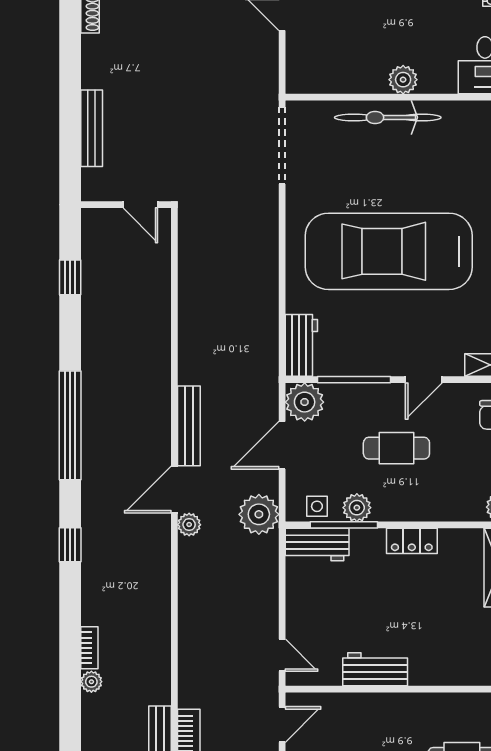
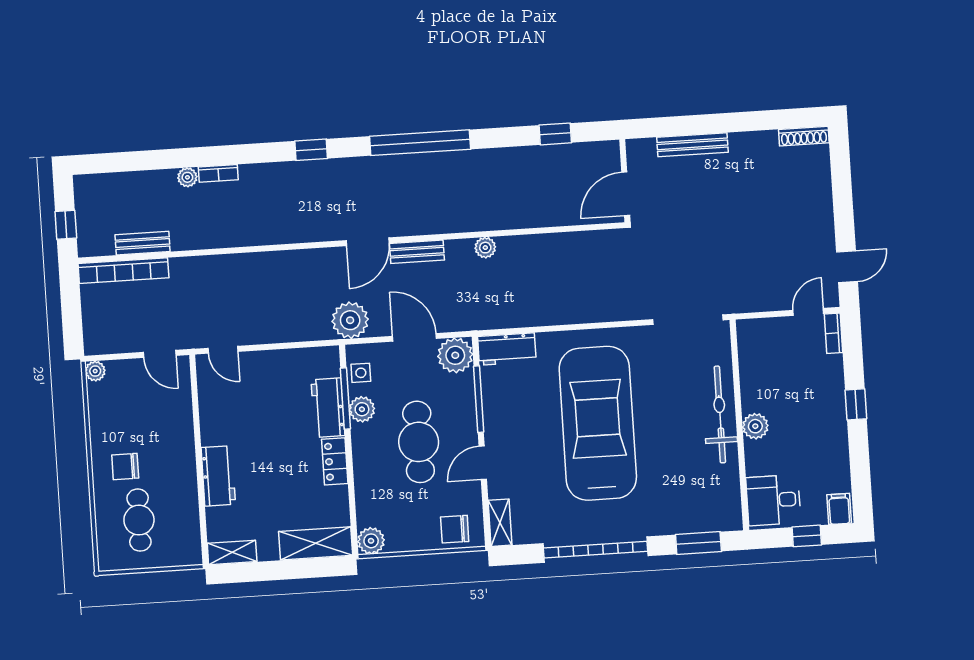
door: (140, 205) -> (626, 194), width x1.38
door: (424, 380) -> (483, 463), hinge flipped
bench: (189, 426) -> (417, 252), width x0.73
cafe table: (396, 448) -> (419, 442), width x1.37, depth x1.35
door: (174, 490) -> (368, 242), swing flipped
plant: (189, 525) -> (485, 248), moved
workbench: (317, 545) -> (328, 408), moved
door: (282, 655) -> (223, 350), hinge flipped
workbench: (375, 669) -> (218, 476), moved

